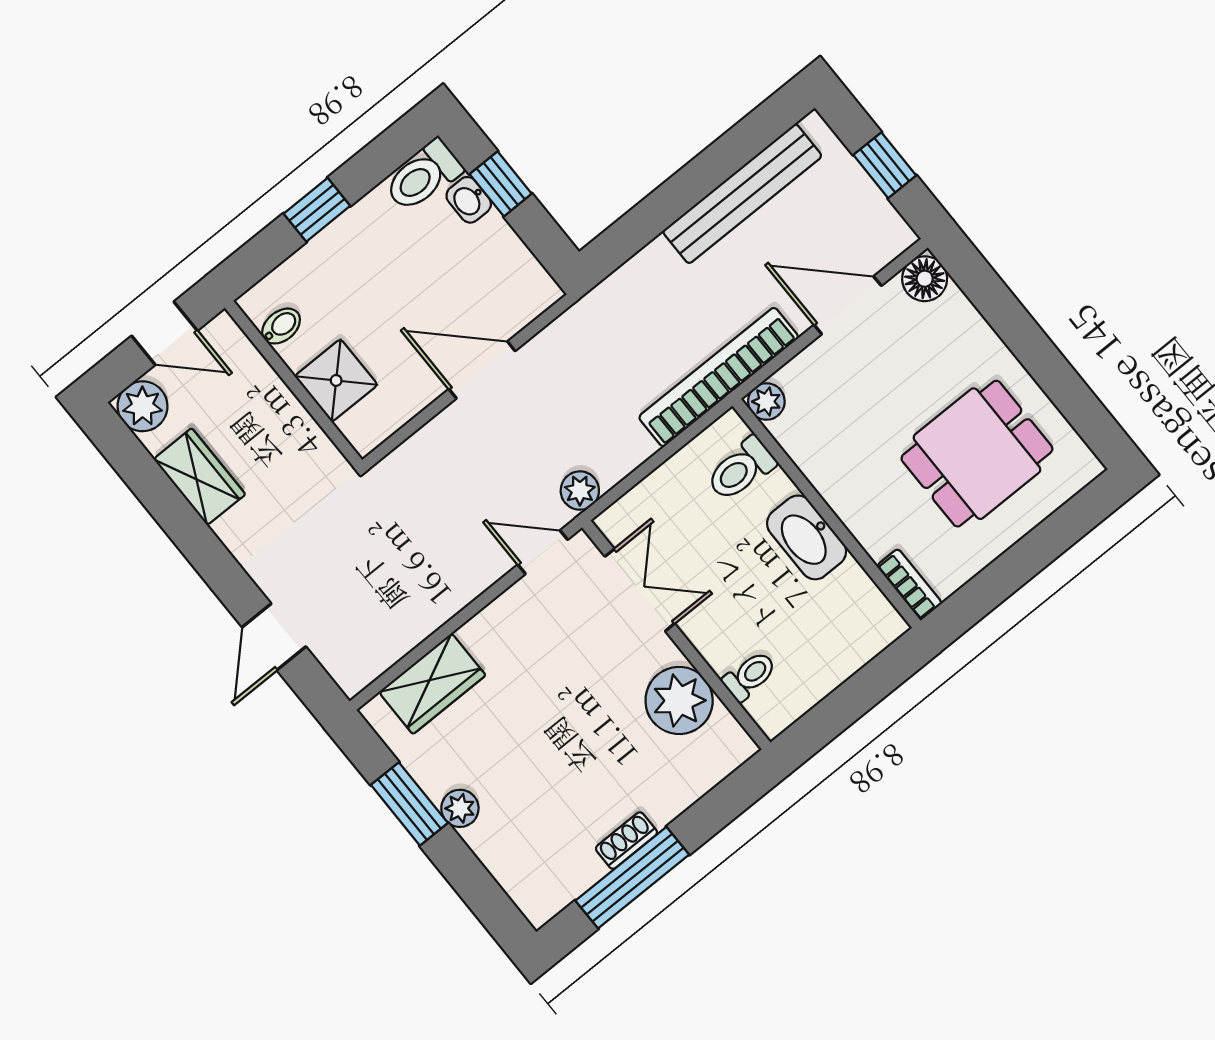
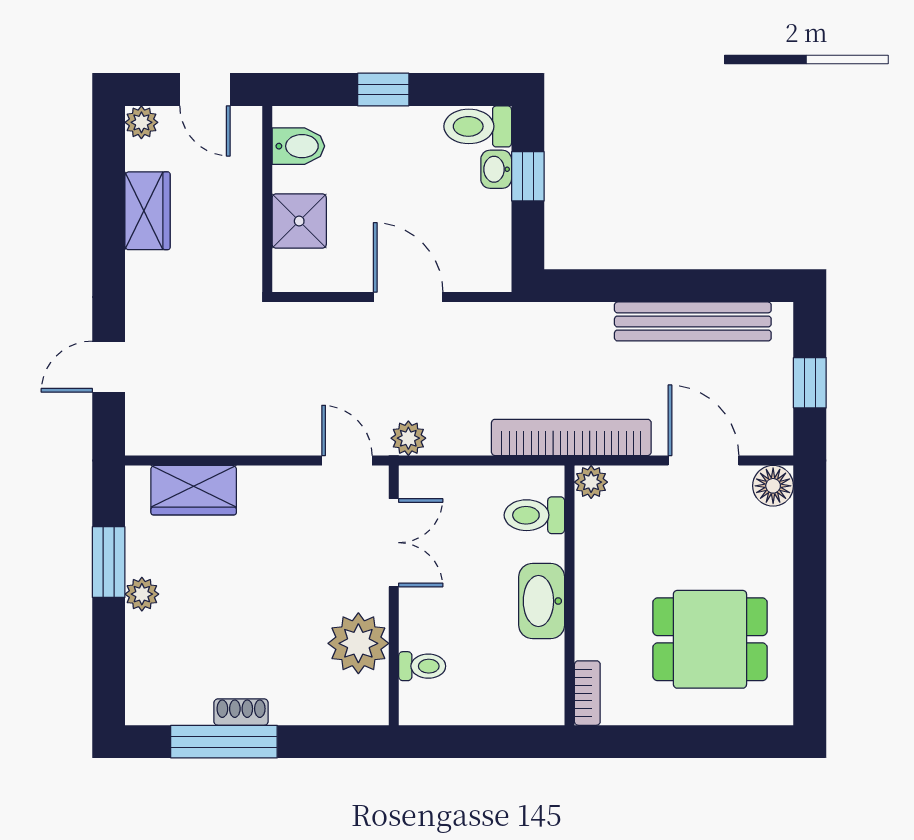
bidet: (281, 326) -> (298, 146), width x1.38, depth x1.36
plant: (143, 406) -> (141, 122), width x0.73, depth x0.73

